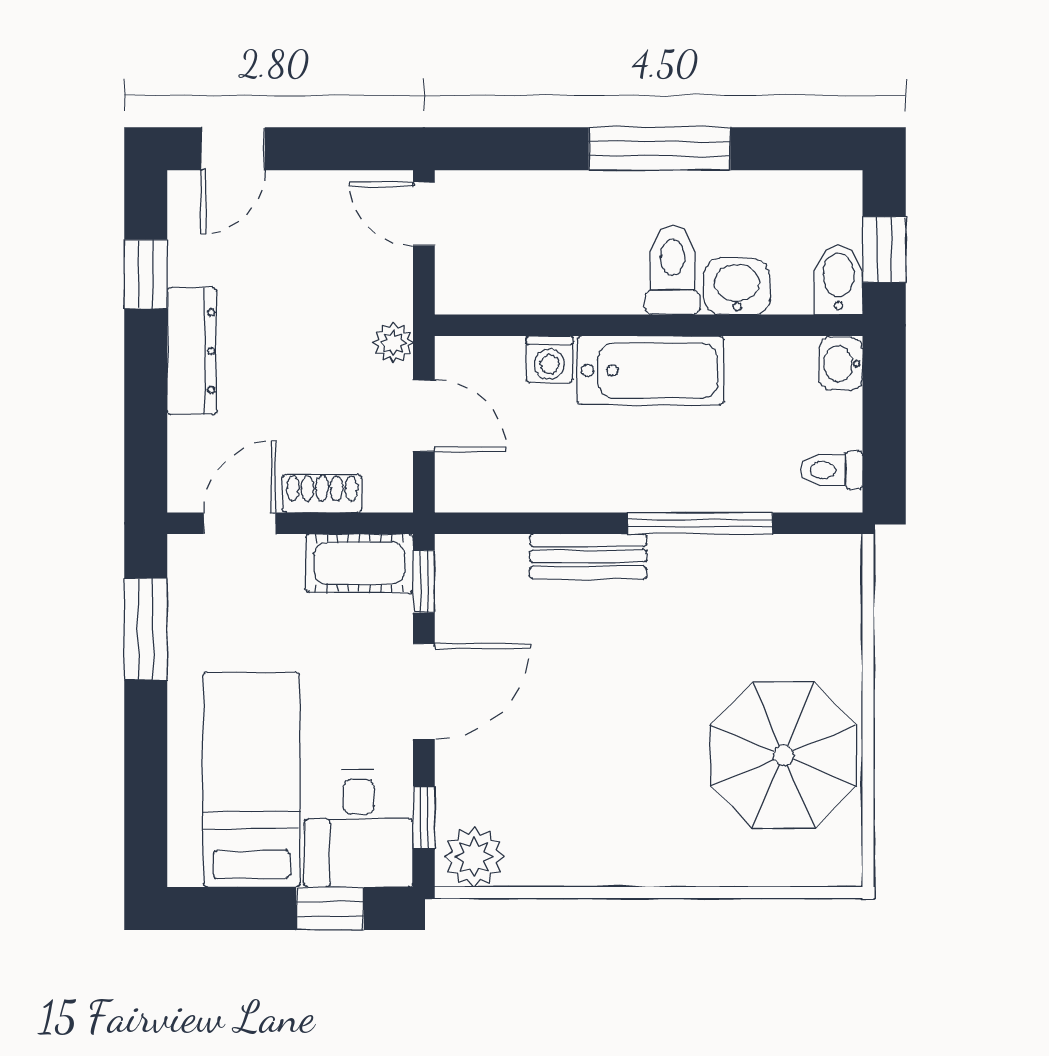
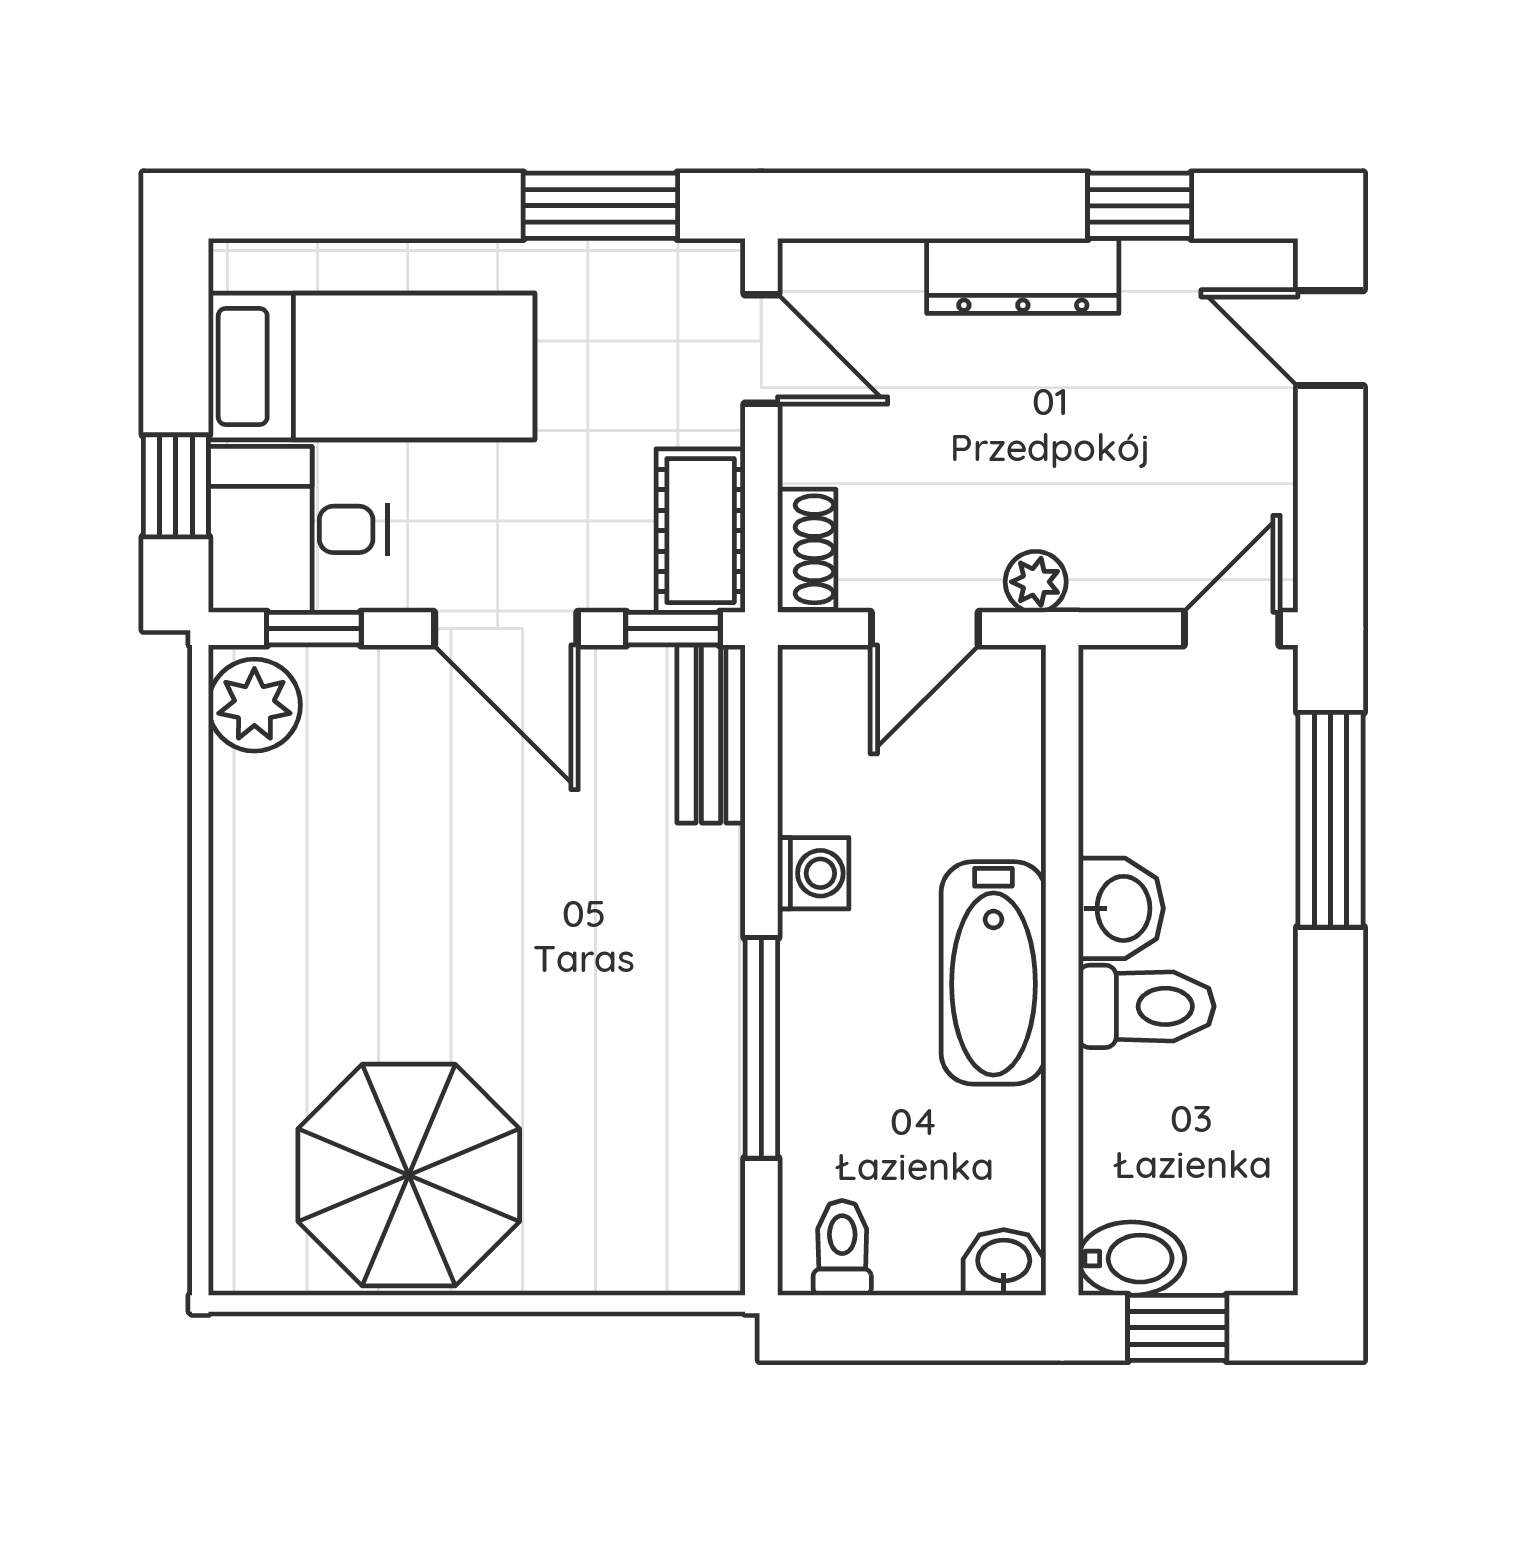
window: (660, 149) -> (1330, 820), moved
washbasin: (737, 287) -> (1121, 908), moved
washing machine: (550, 359) -> (813, 873), moved, turned 180
shoe rack: (322, 493) -> (807, 549), moved
bench: (588, 556) -> (711, 734), moved

